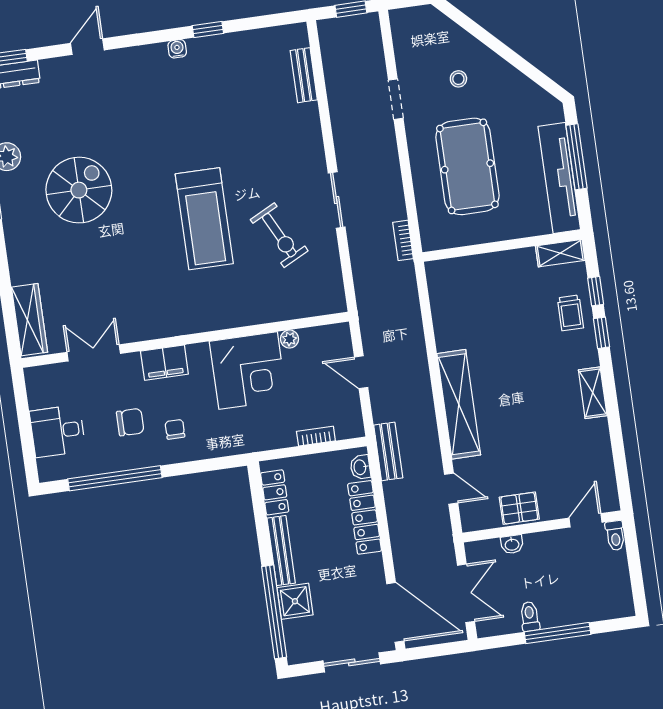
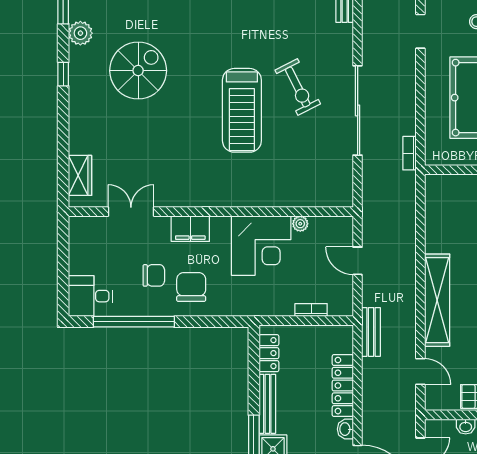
sliding door: (337, 200) -> (358, 110), width x1.86
exercise bike: (279, 235) -> (298, 87), moved
wardrobe: (30, 320) -> (80, 175), width x0.67
chair: (175, 429) -> (191, 287), width x1.87, depth x1.87
desk: (57, 431) -> (90, 296), moved
washbasin: (360, 467) -> (345, 429), moved

